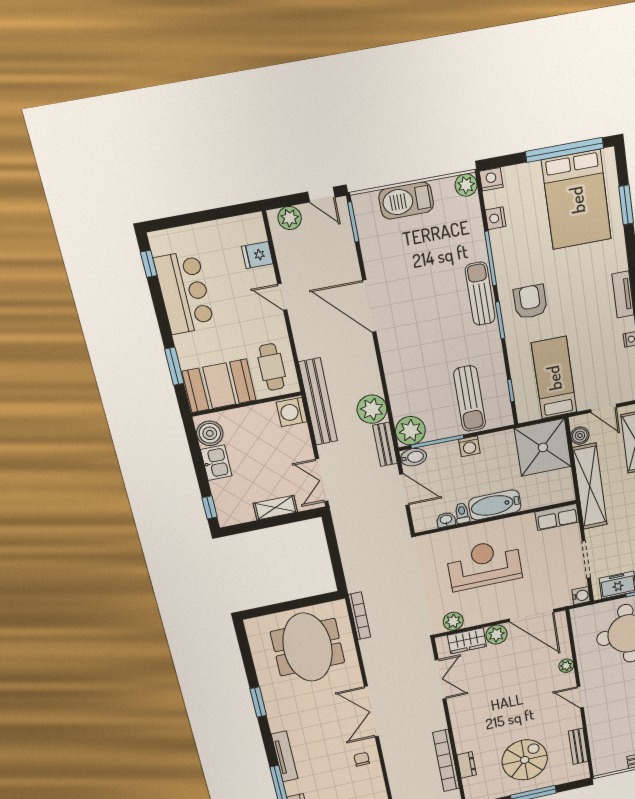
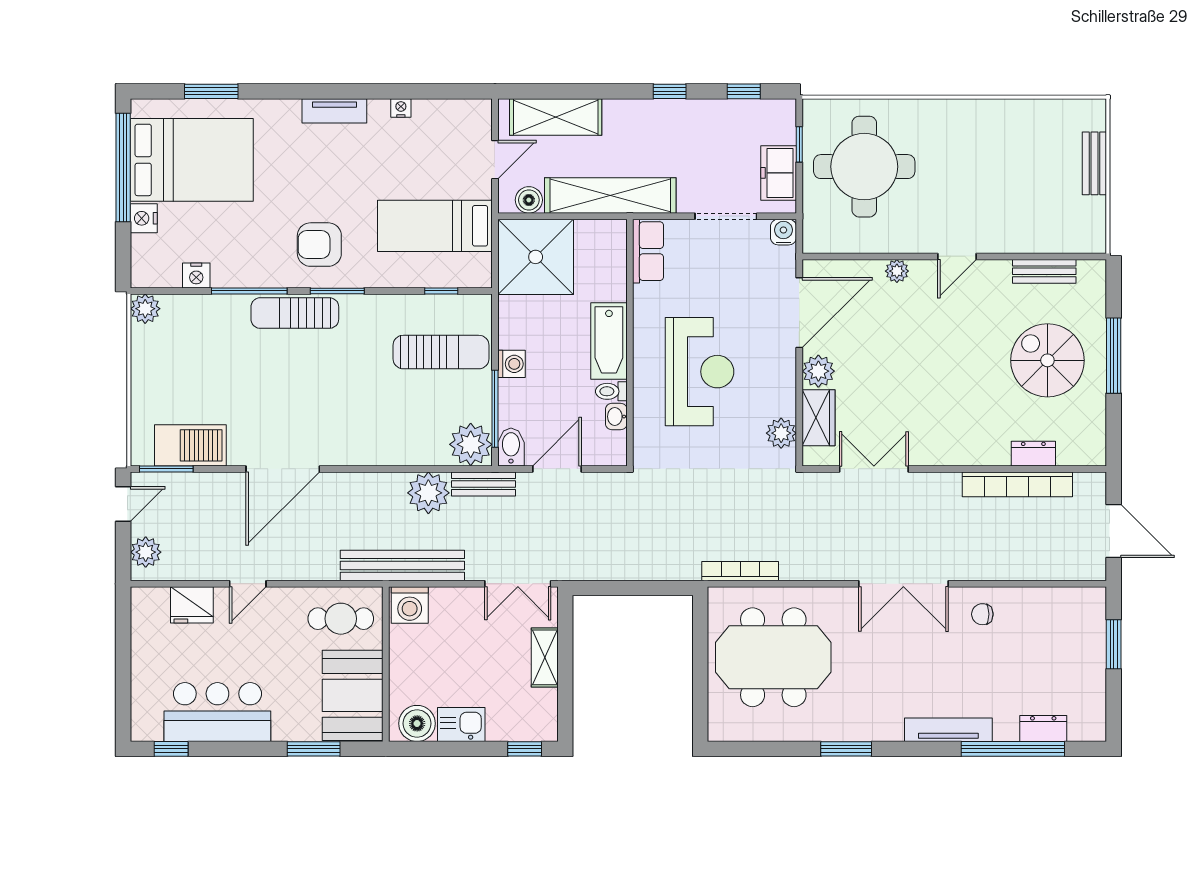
nightstand: (491, 179) -> (144, 218), moved
barbecue: (406, 201) -> (190, 445), moved, turned -90
fridge: (257, 255) -> (192, 605), width x1.38
reception desk: (484, 565) -> (700, 372), turned 180

